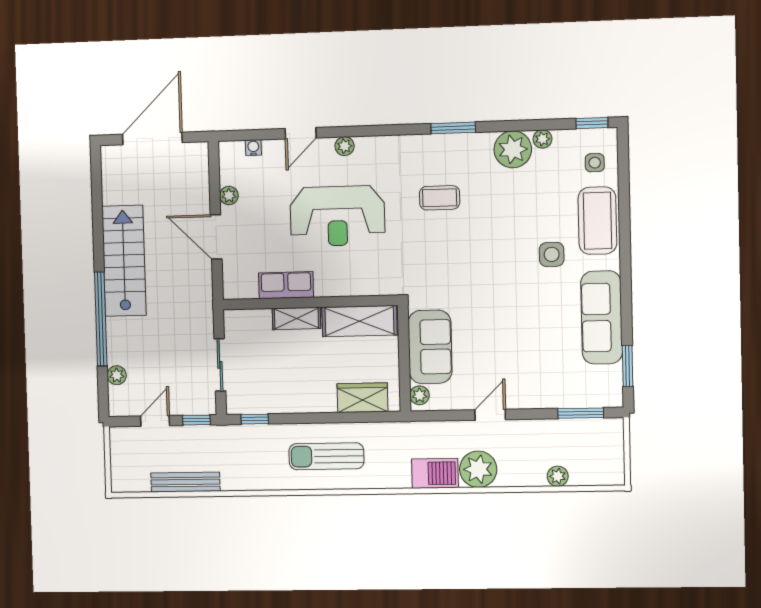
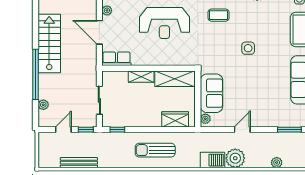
side table: (552, 254) -> (248, 48), moved
row of seats: (286, 285) -> (116, 59), moved

